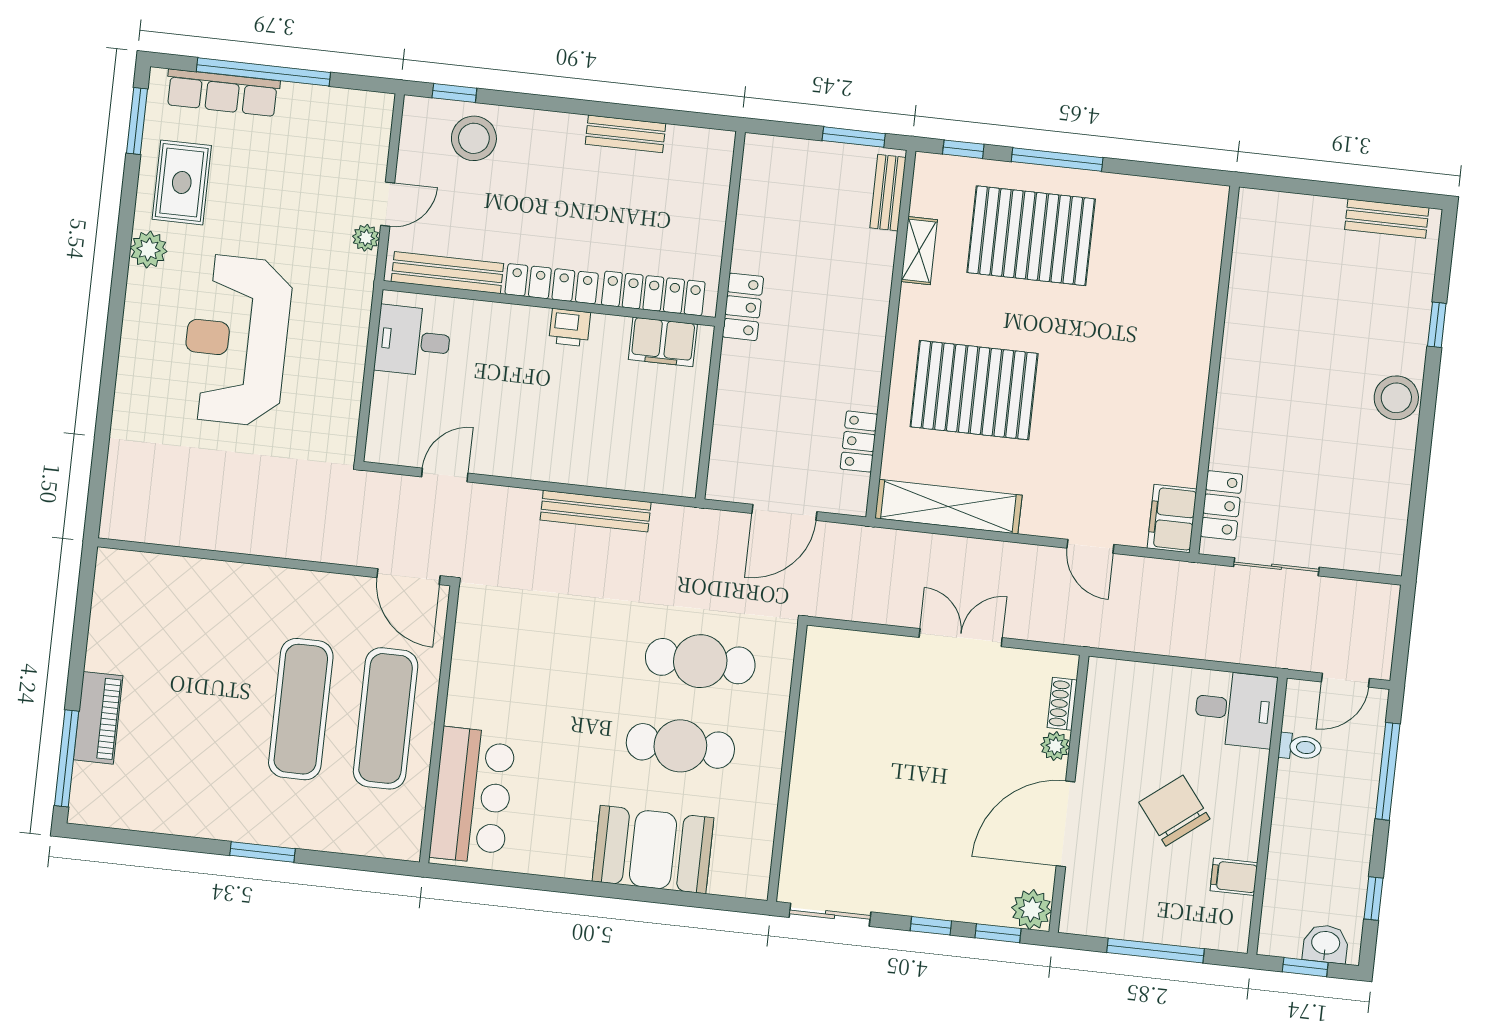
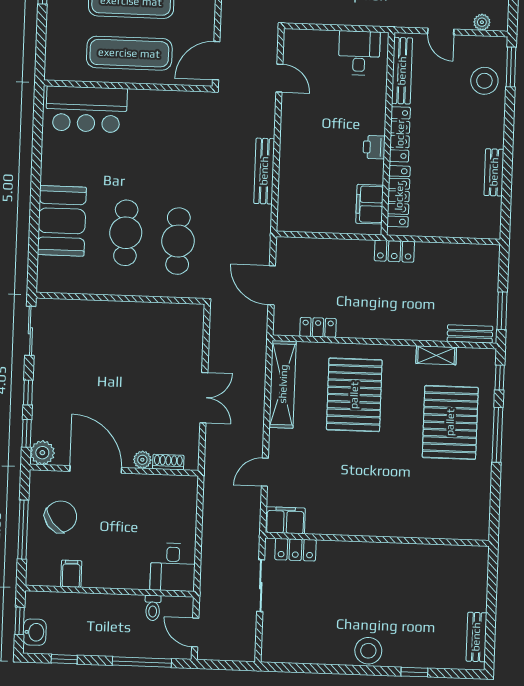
window: (454, 93) -> (511, 67), width x1.50
plant: (366, 238) -> (482, 22), moved
chair: (1174, 811) -> (61, 517), moved

